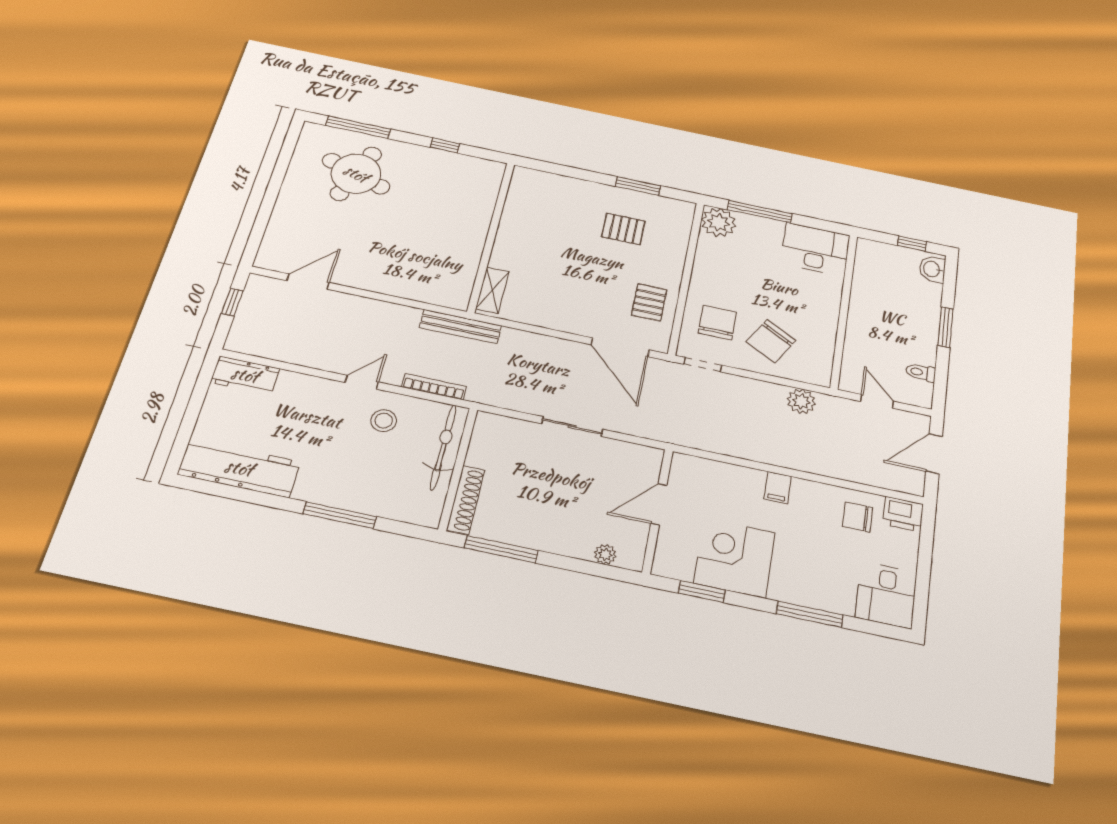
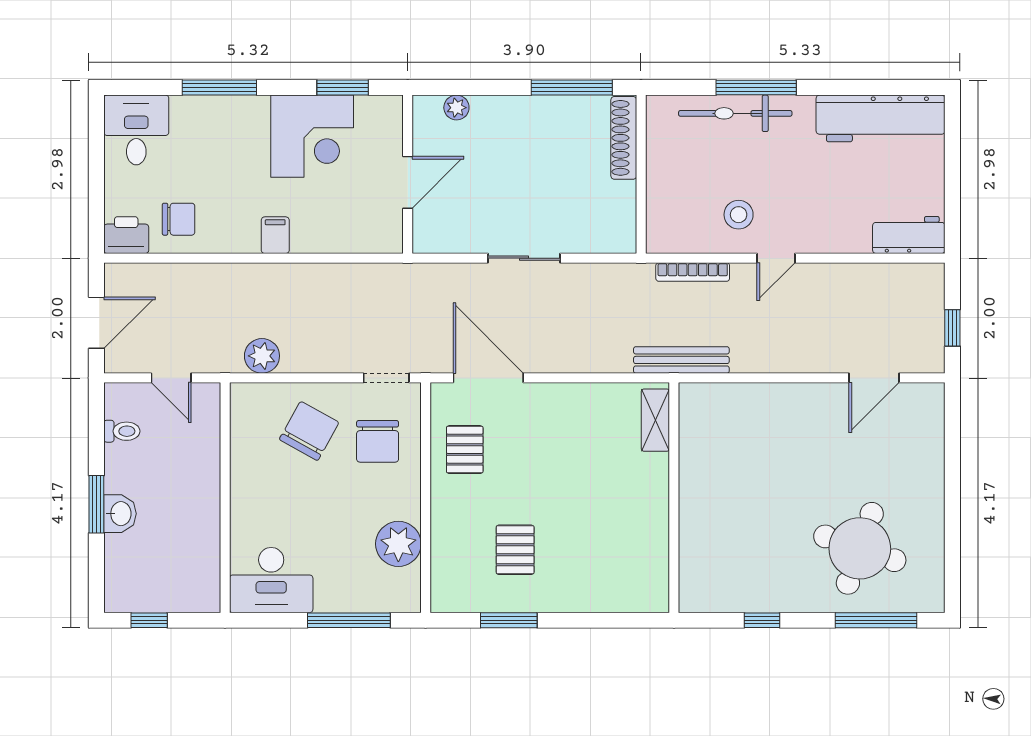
plant: (718, 222) -> (398, 544), moved
pallet: (623, 229) -> (515, 550), turned 90
washbasin: (932, 269) -> (120, 514), moved
bicycle: (443, 447) -> (735, 113), moved, turned 90

